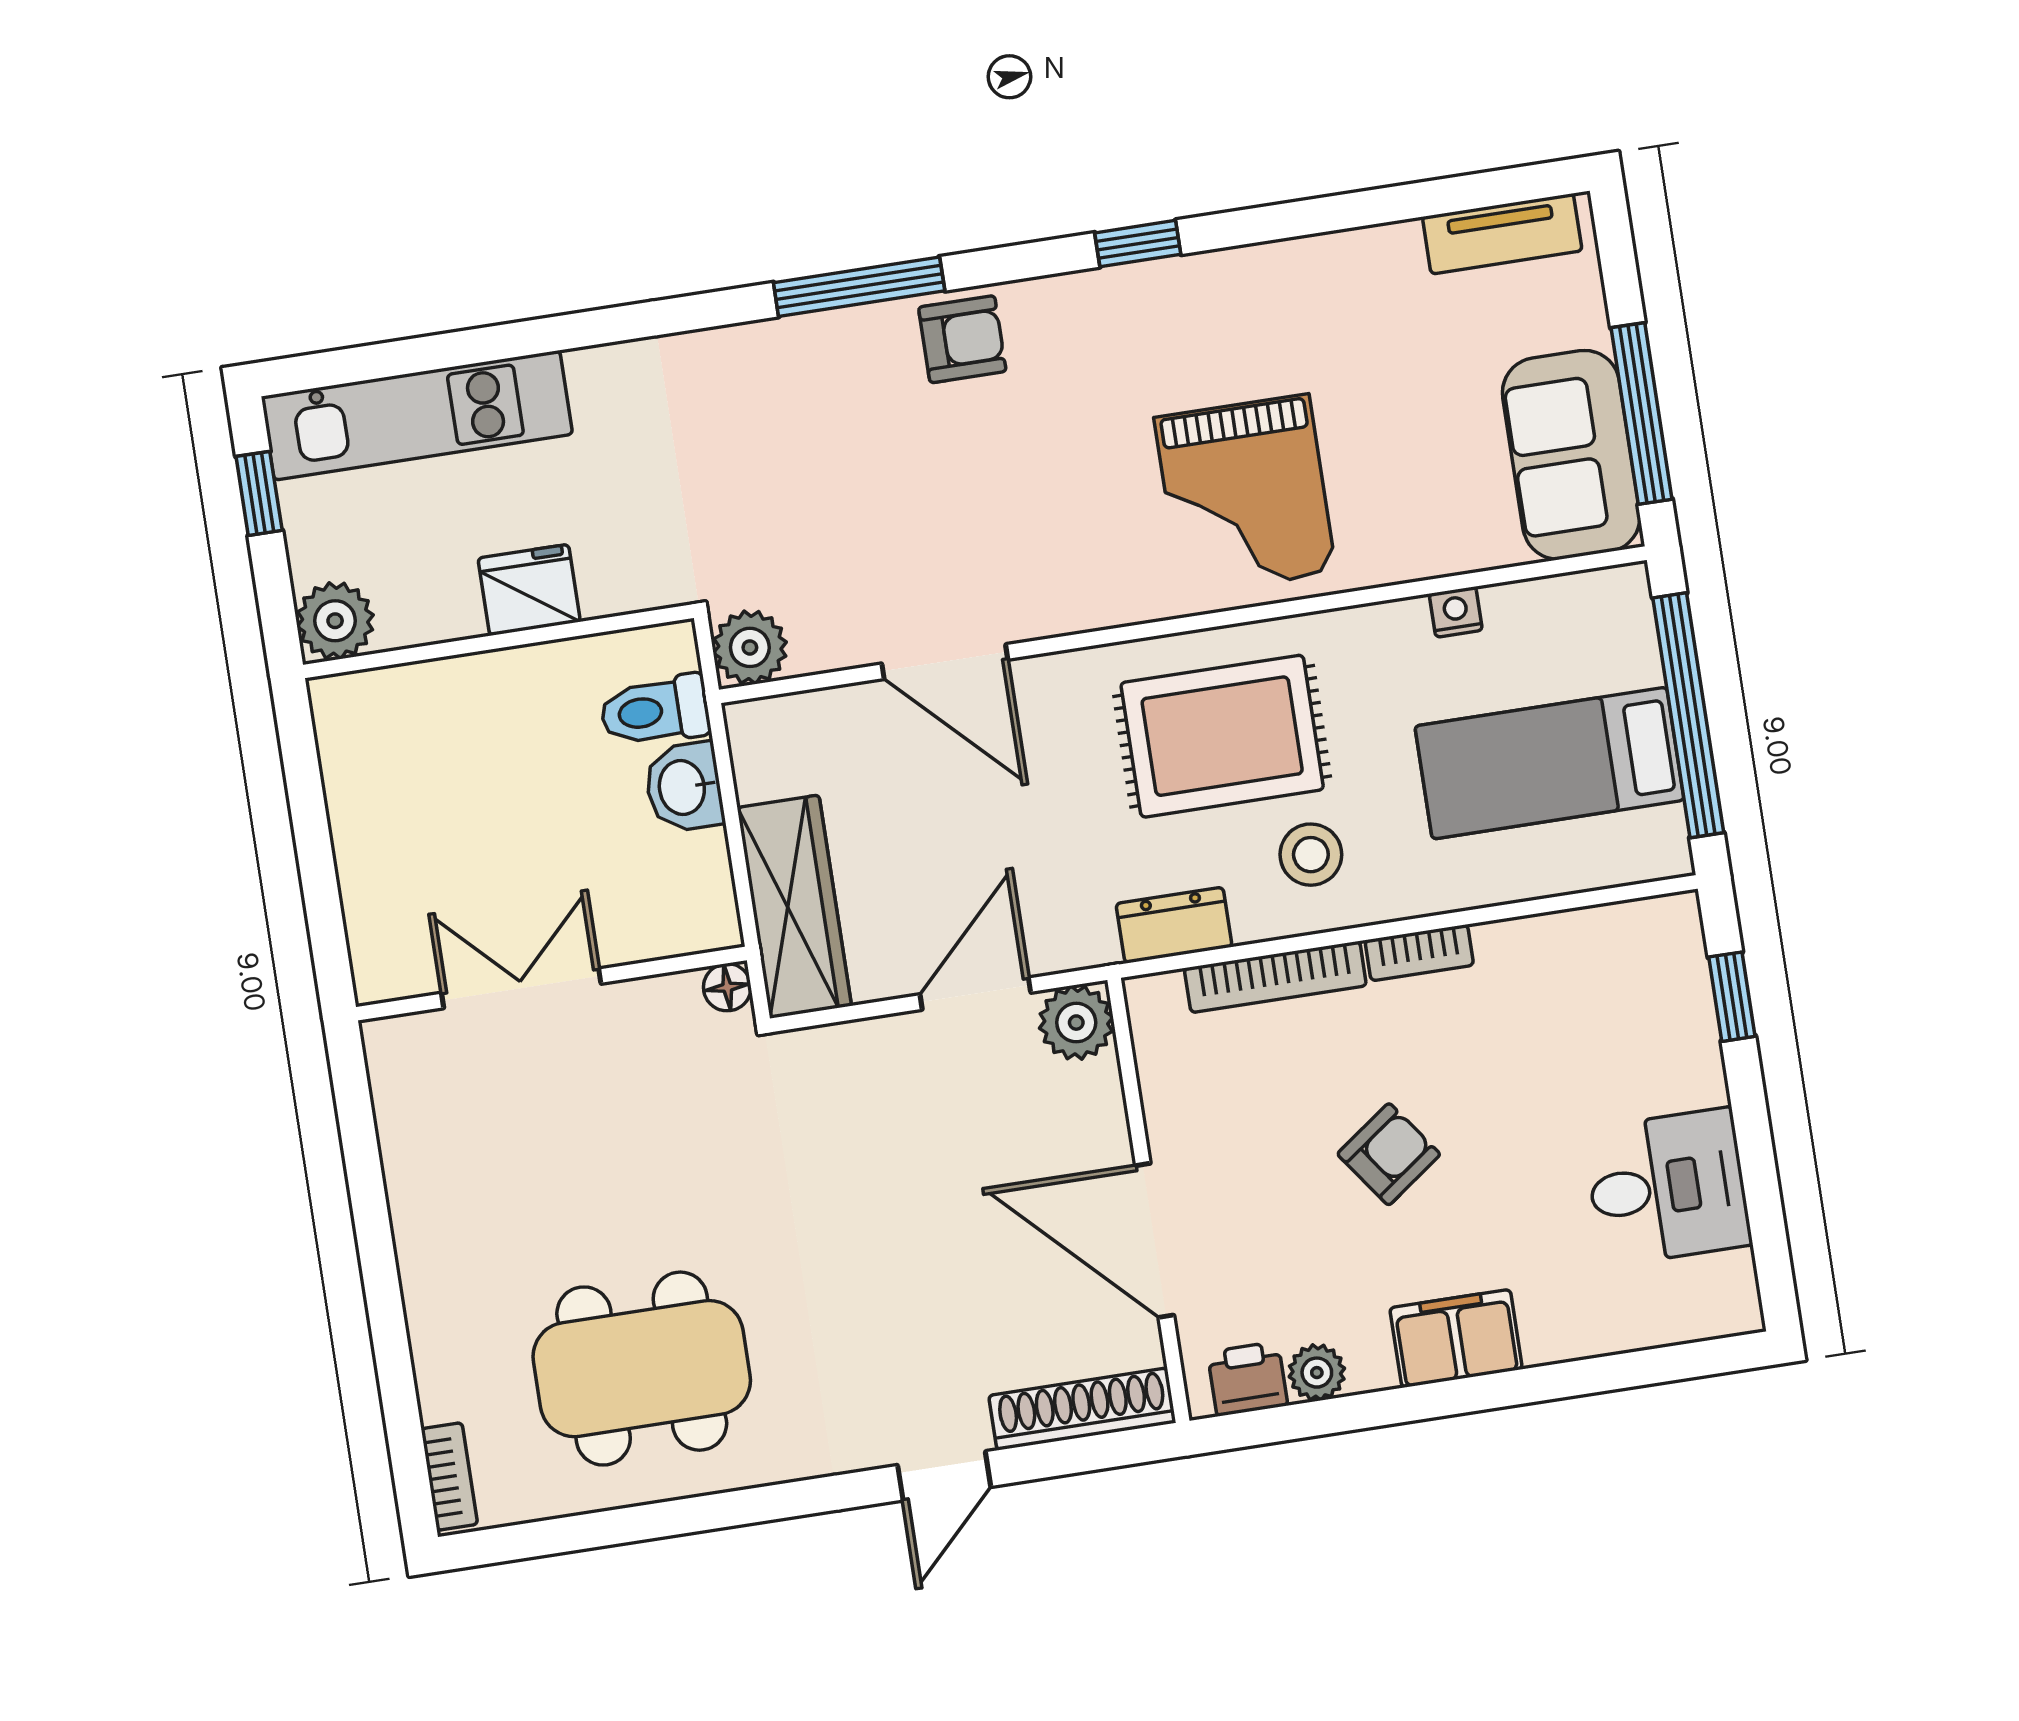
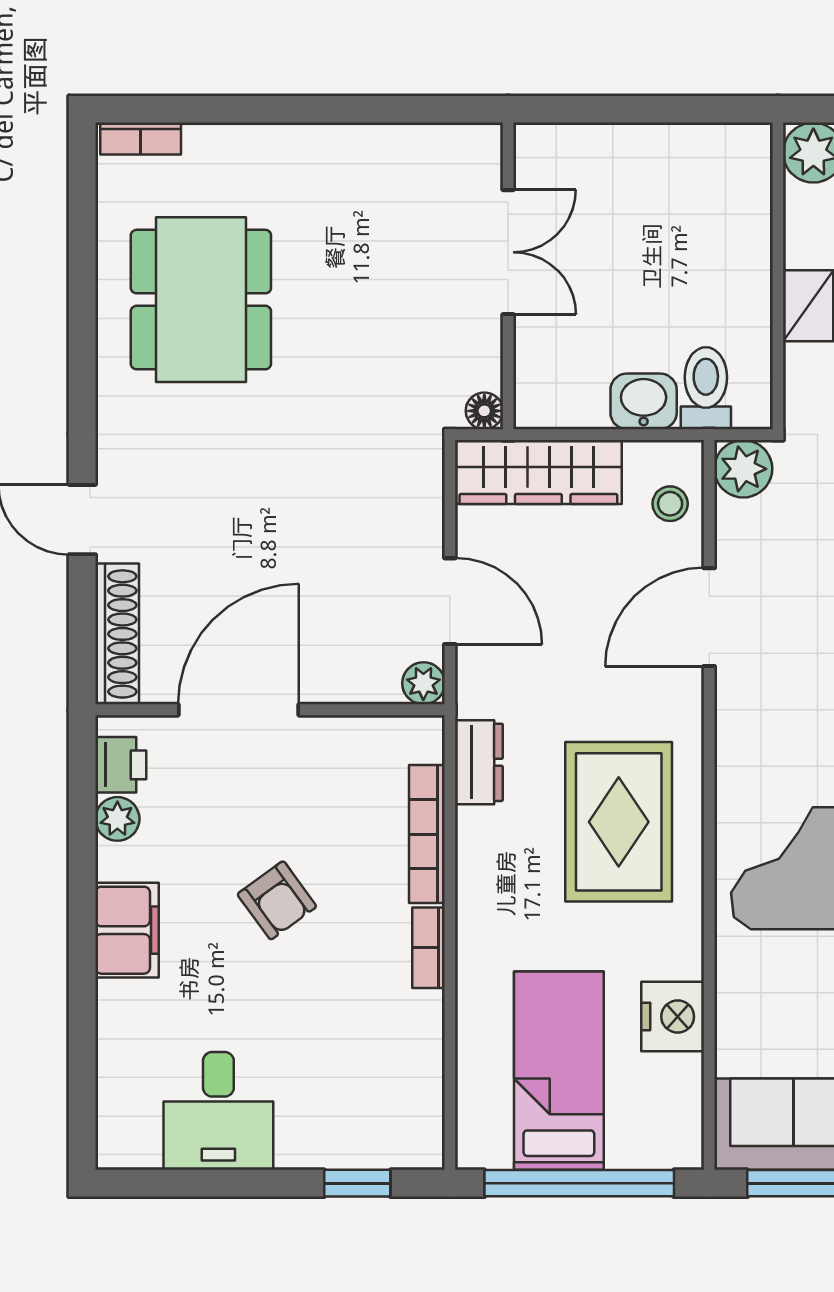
nightstand: (1456, 612) -> (673, 1017), width x1.89, depth x1.79
stool: (1311, 855) -> (670, 504), moved, width x0.73, depth x0.73
plant: (1076, 1023) -> (423, 683), width x0.73, depth x0.73

